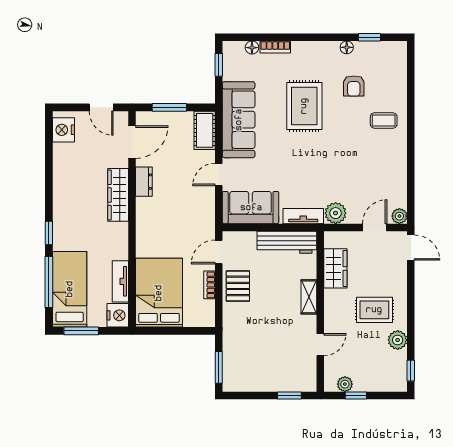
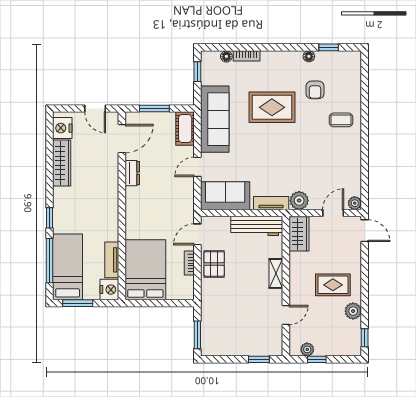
rug: (304, 106) -> (272, 107), turned 90
wardrobe: (118, 195) -> (62, 163), moved, turned 180
wardrobe: (335, 268) -> (299, 234), moved

